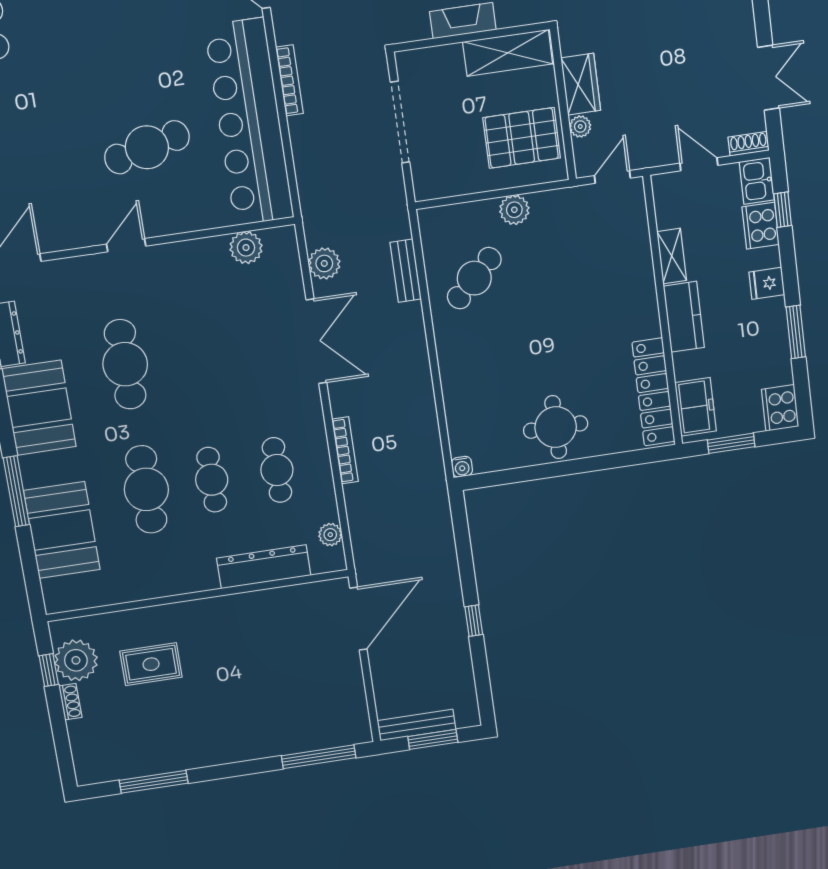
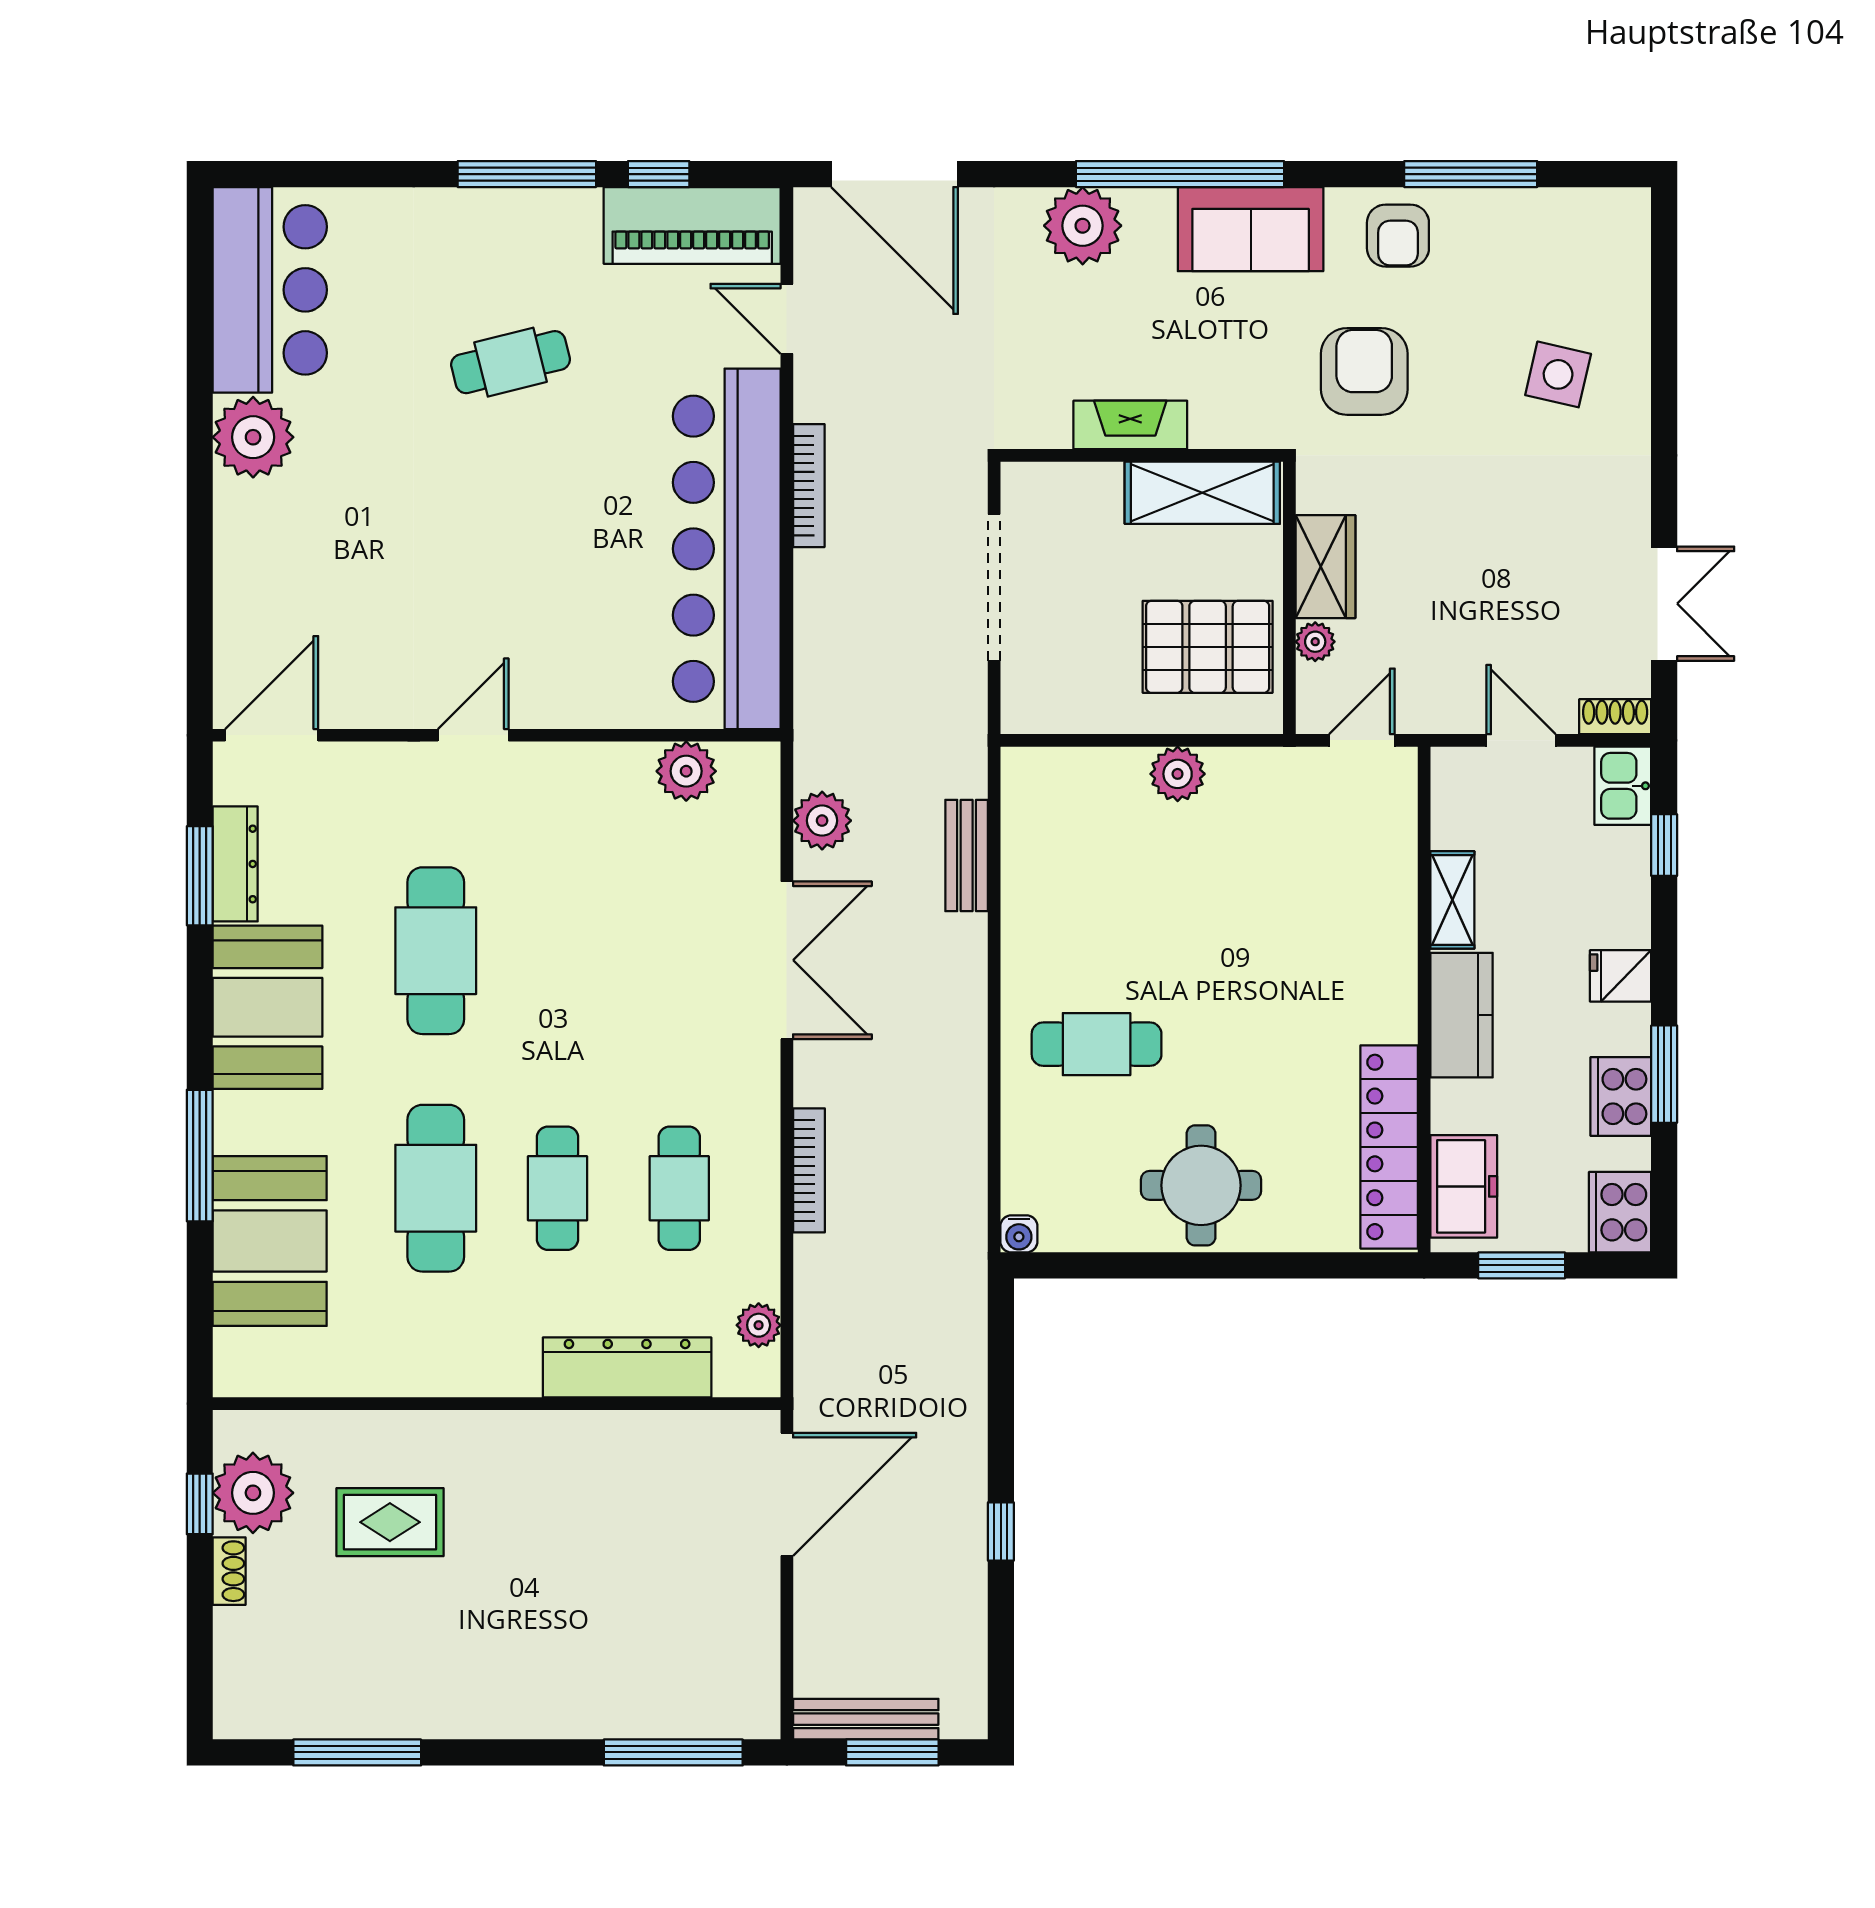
cafe table: (147, 147) -> (511, 362), moved, width x0.73, depth x0.74
cooker: (761, 226) -> (1621, 1096), moved
cafe table: (474, 278) -> (1097, 1044), moved, turned 44

